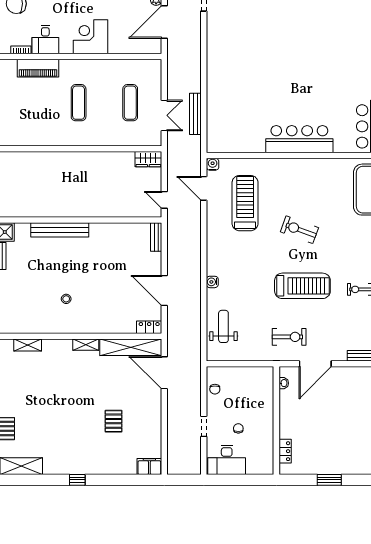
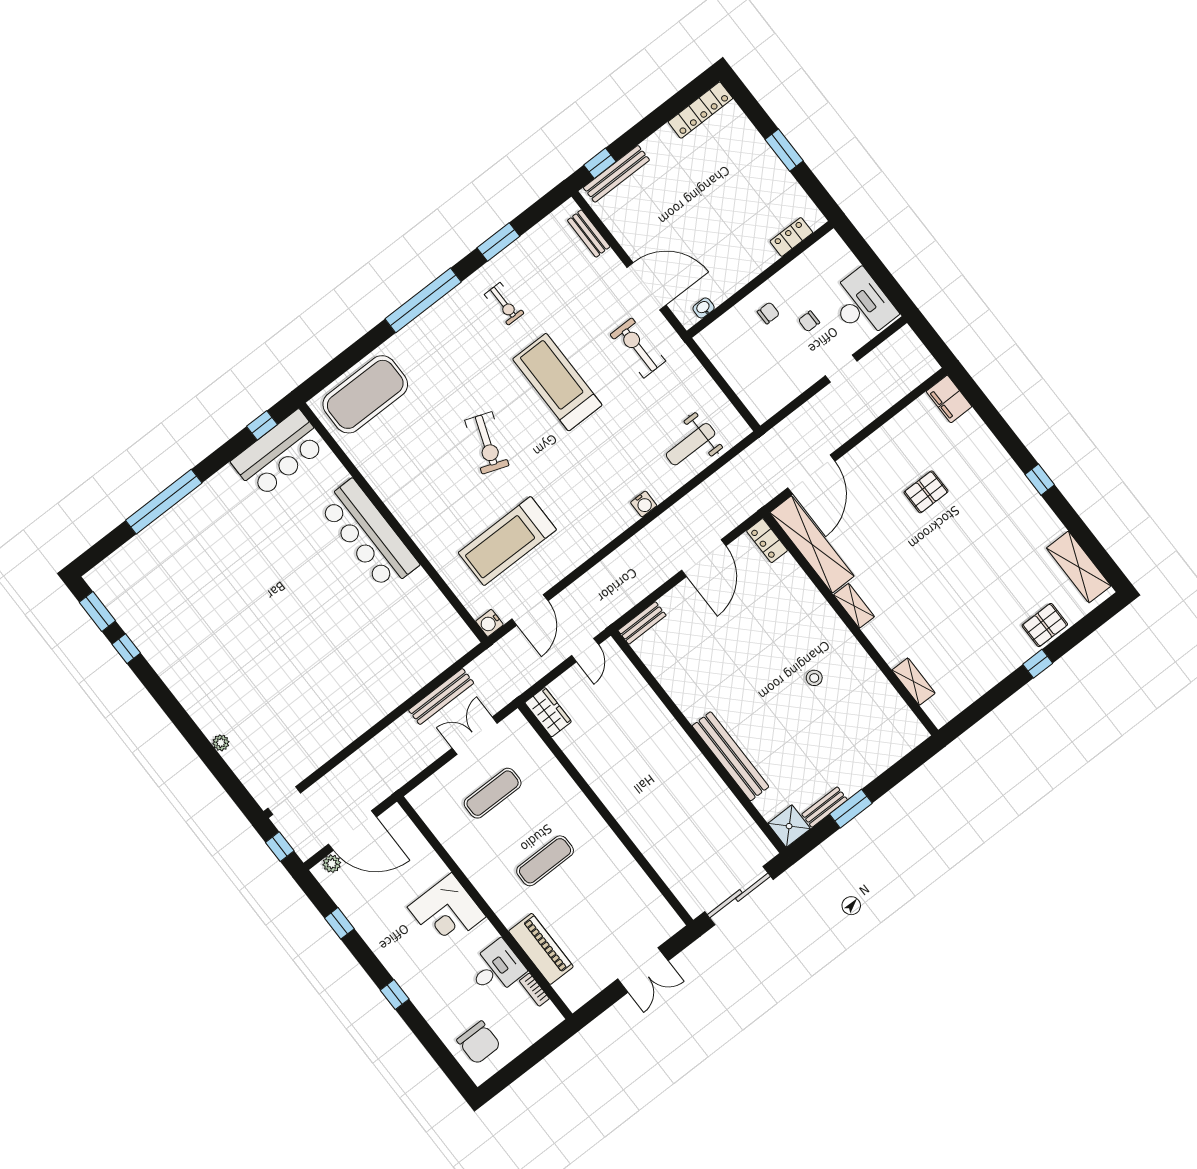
chair: (215, 389) -> (768, 313), moved

